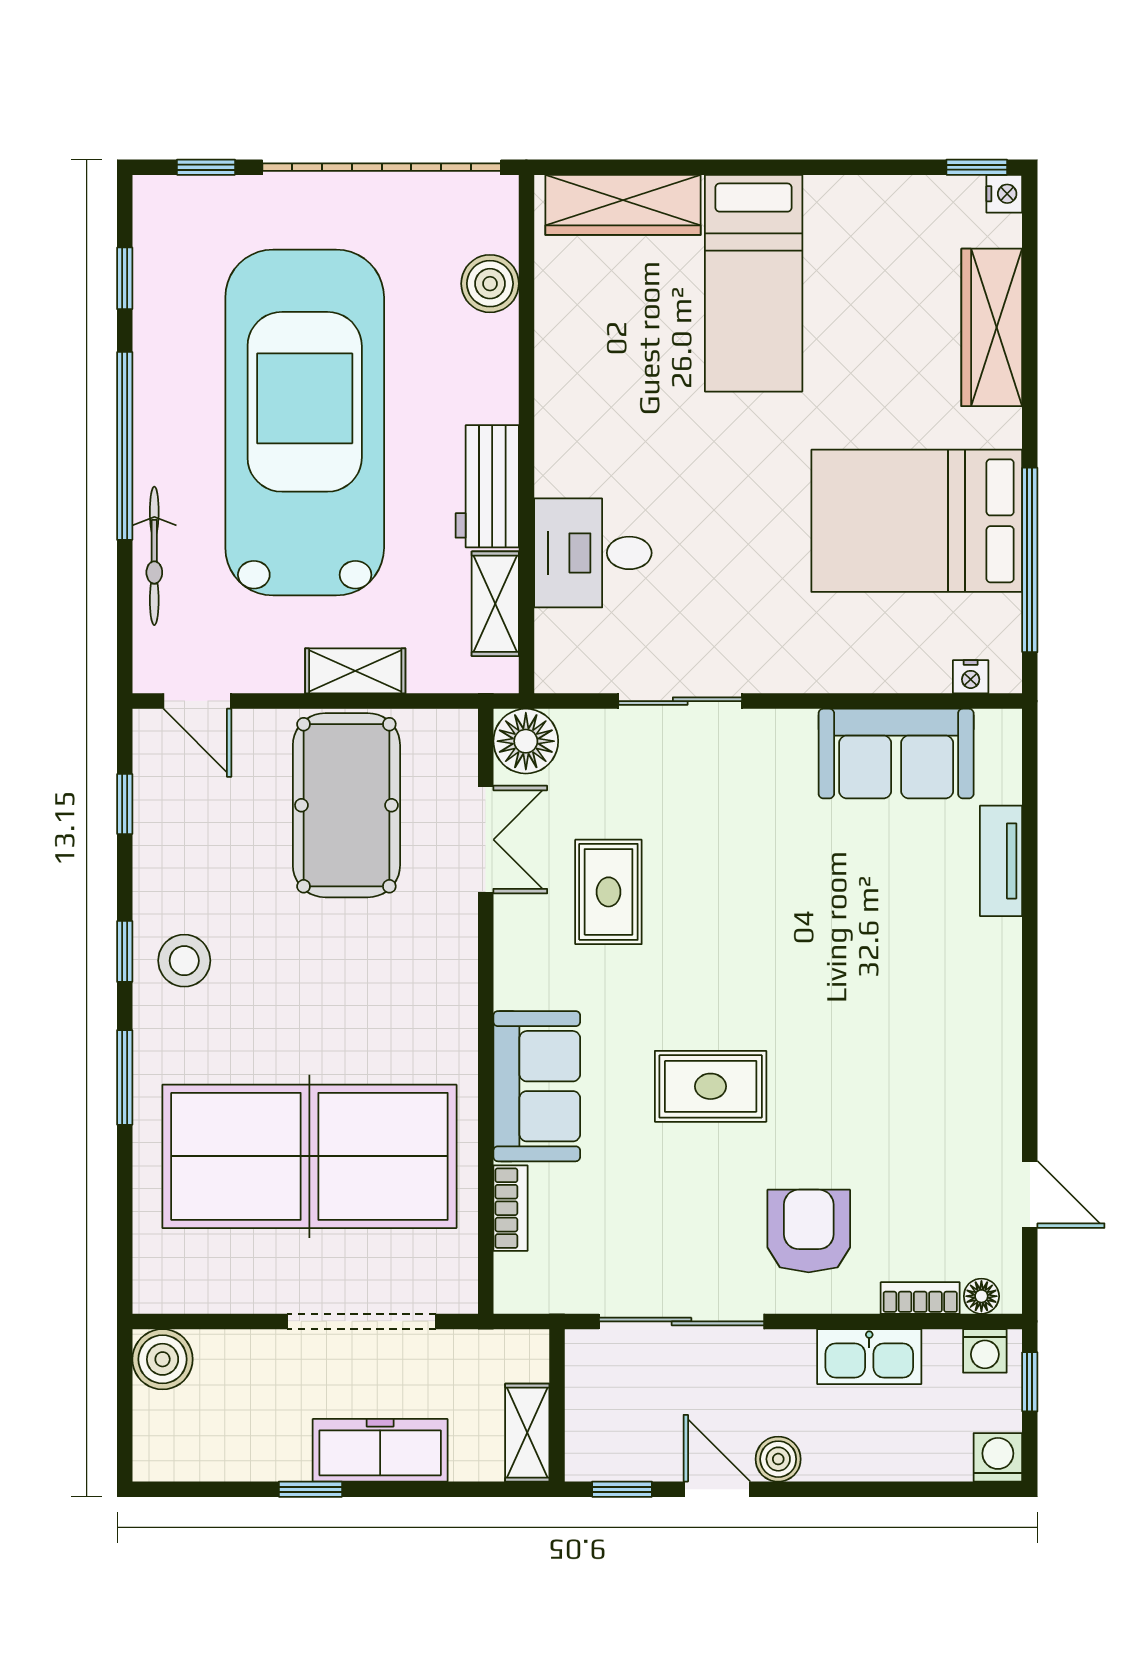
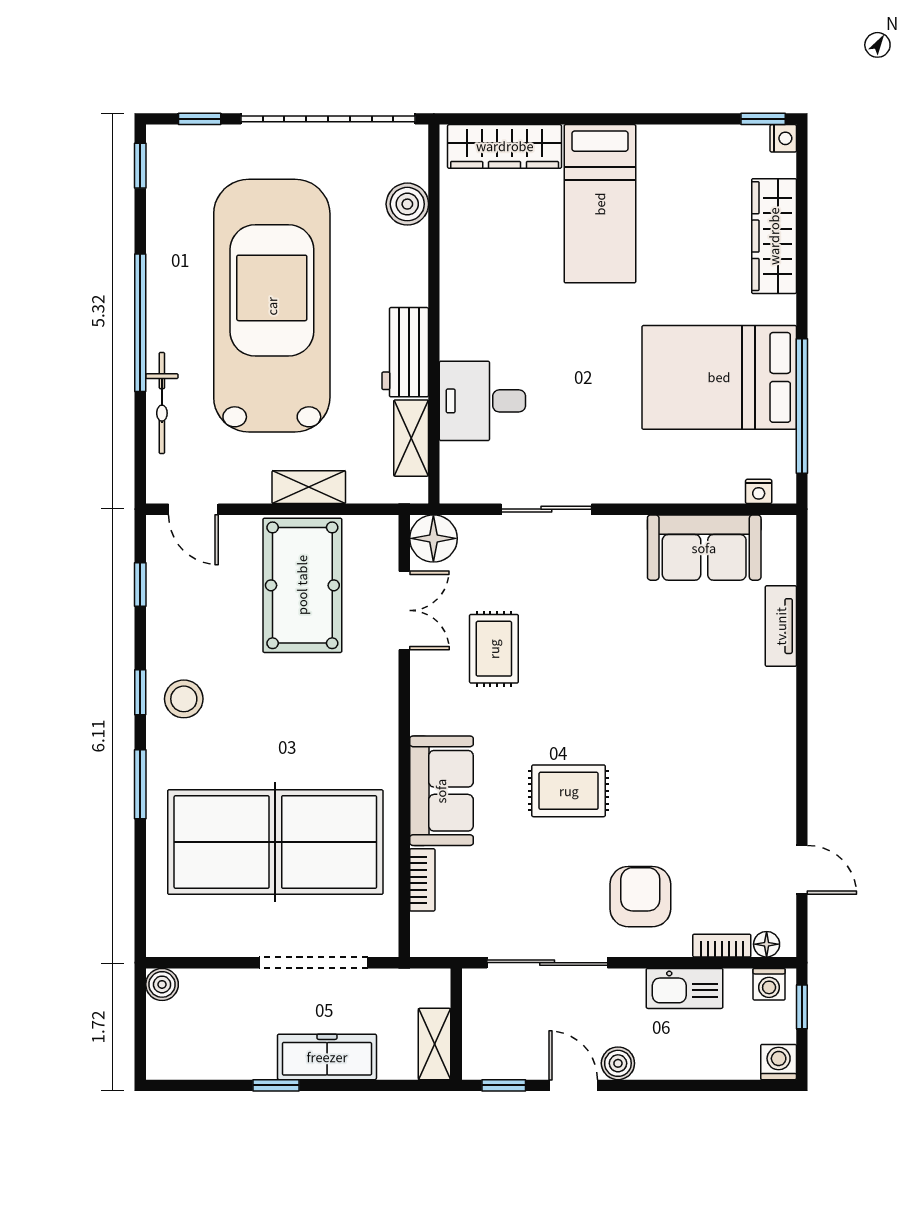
window: (125, 278) -> (140, 166), moved
boiler: (163, 1359) -> (162, 984), width x0.73, depth x0.73

